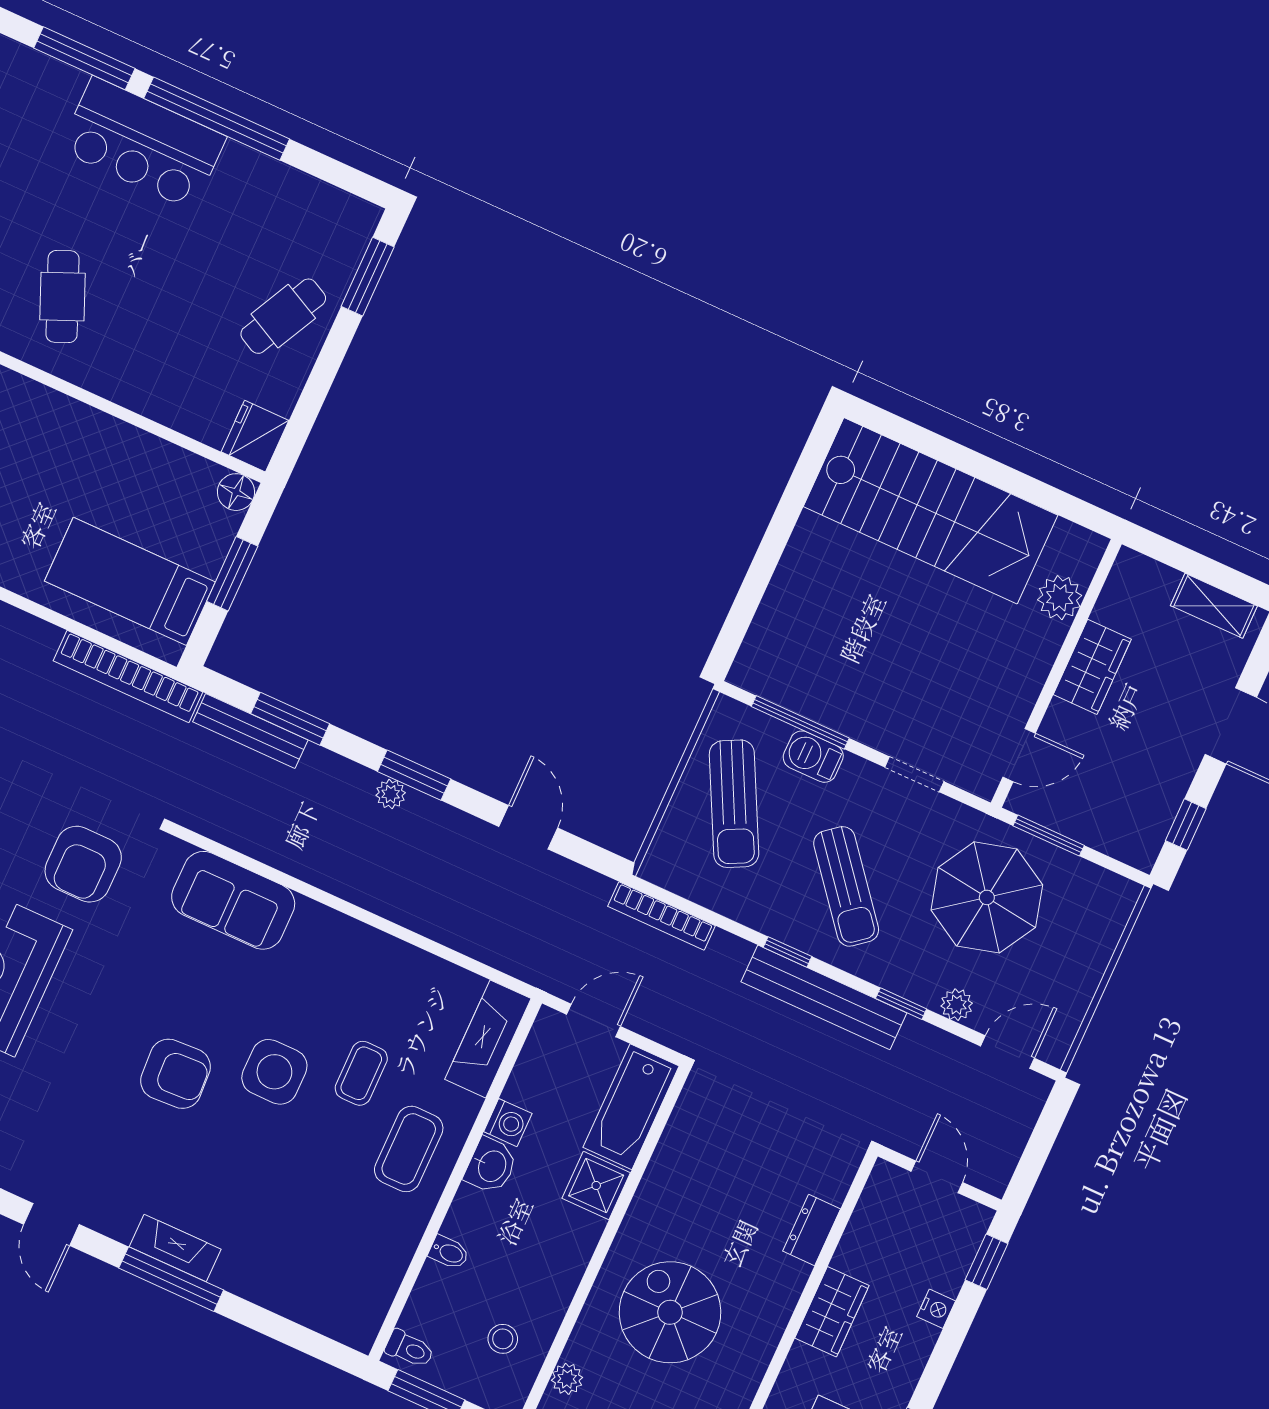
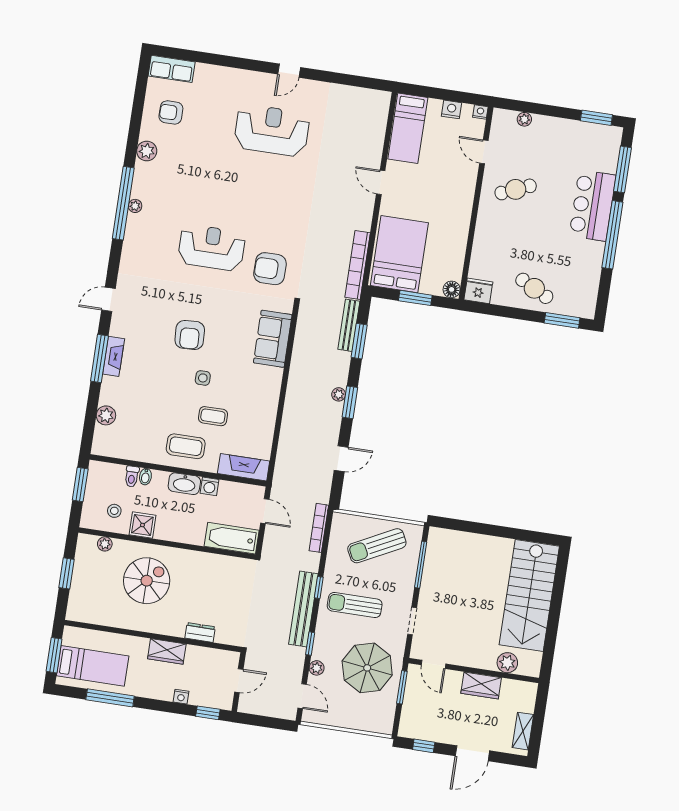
bed: (130, 581) -> (399, 254), width x1.50
barbecue: (813, 757) -> (407, 575), removed
sun lounger: (846, 886) -> (355, 605), turned 39
side table: (274, 1072) -> (203, 378), width x0.54, depth x0.54
washbasin: (491, 1166) -> (184, 484), width x1.38
shower: (596, 1185) -> (142, 525), moved
plant: (296, 1299) -> (106, 415), added
toilet: (410, 1349) -> (132, 476), moved

